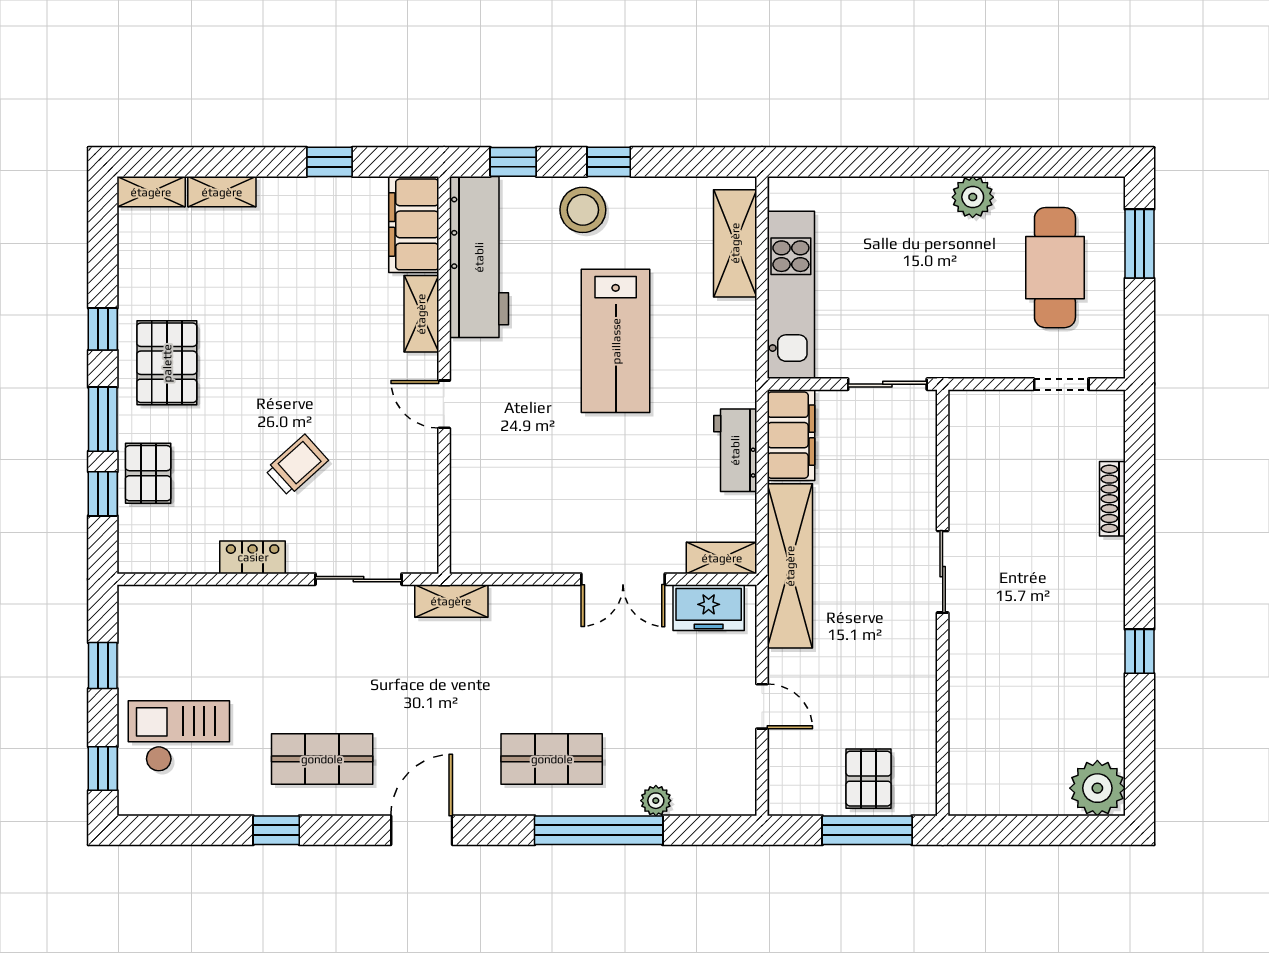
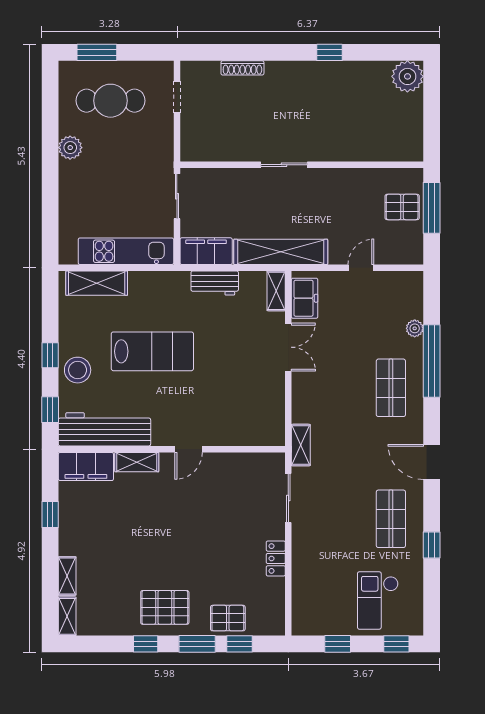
trolley: (297, 465) -> (223, 533), removed

